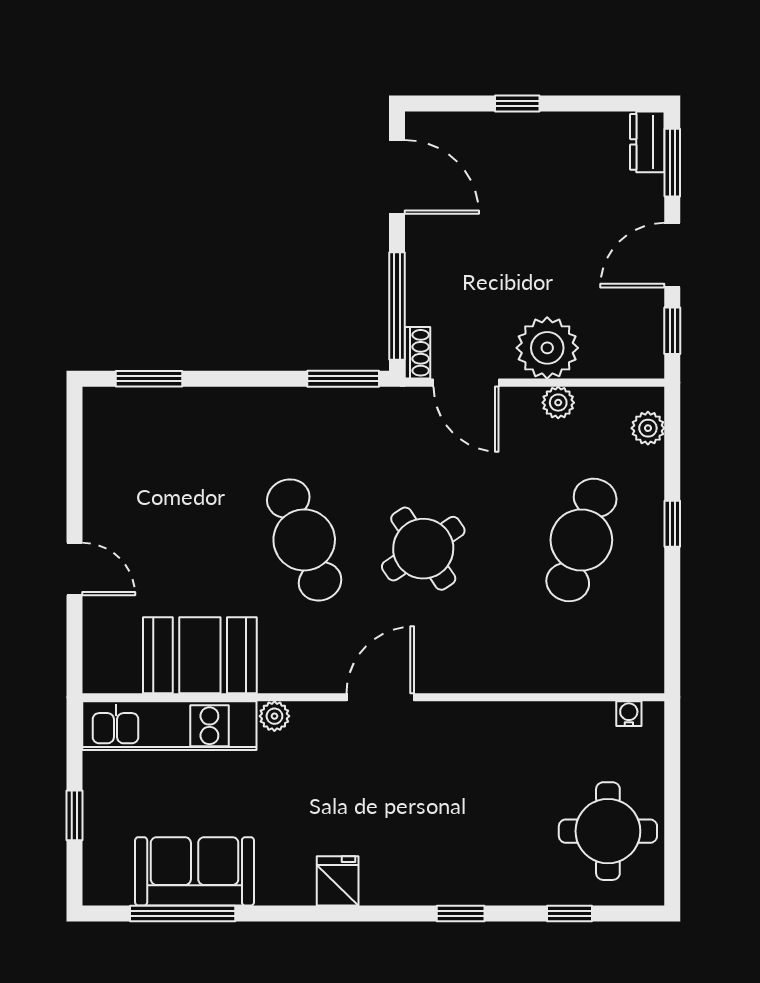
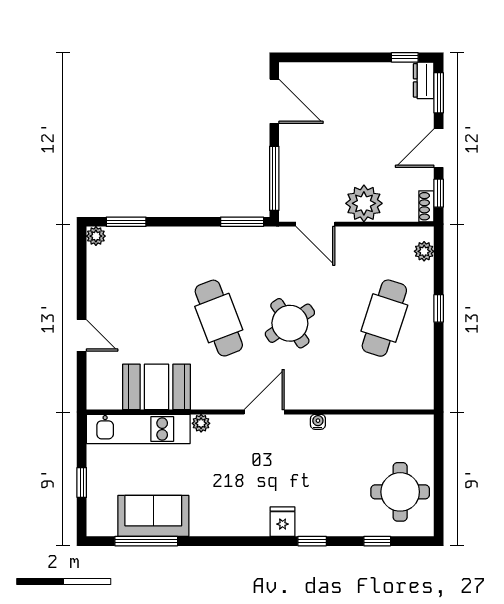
window: (517, 103) -> (405, 57), moved
shoe rack: (418, 353) -> (426, 206), moved, turned 180
plant: (558, 403) -> (96, 236), moved
water cooler: (629, 714) -> (318, 422), moved
fridge: (338, 881) -> (283, 522), moved

